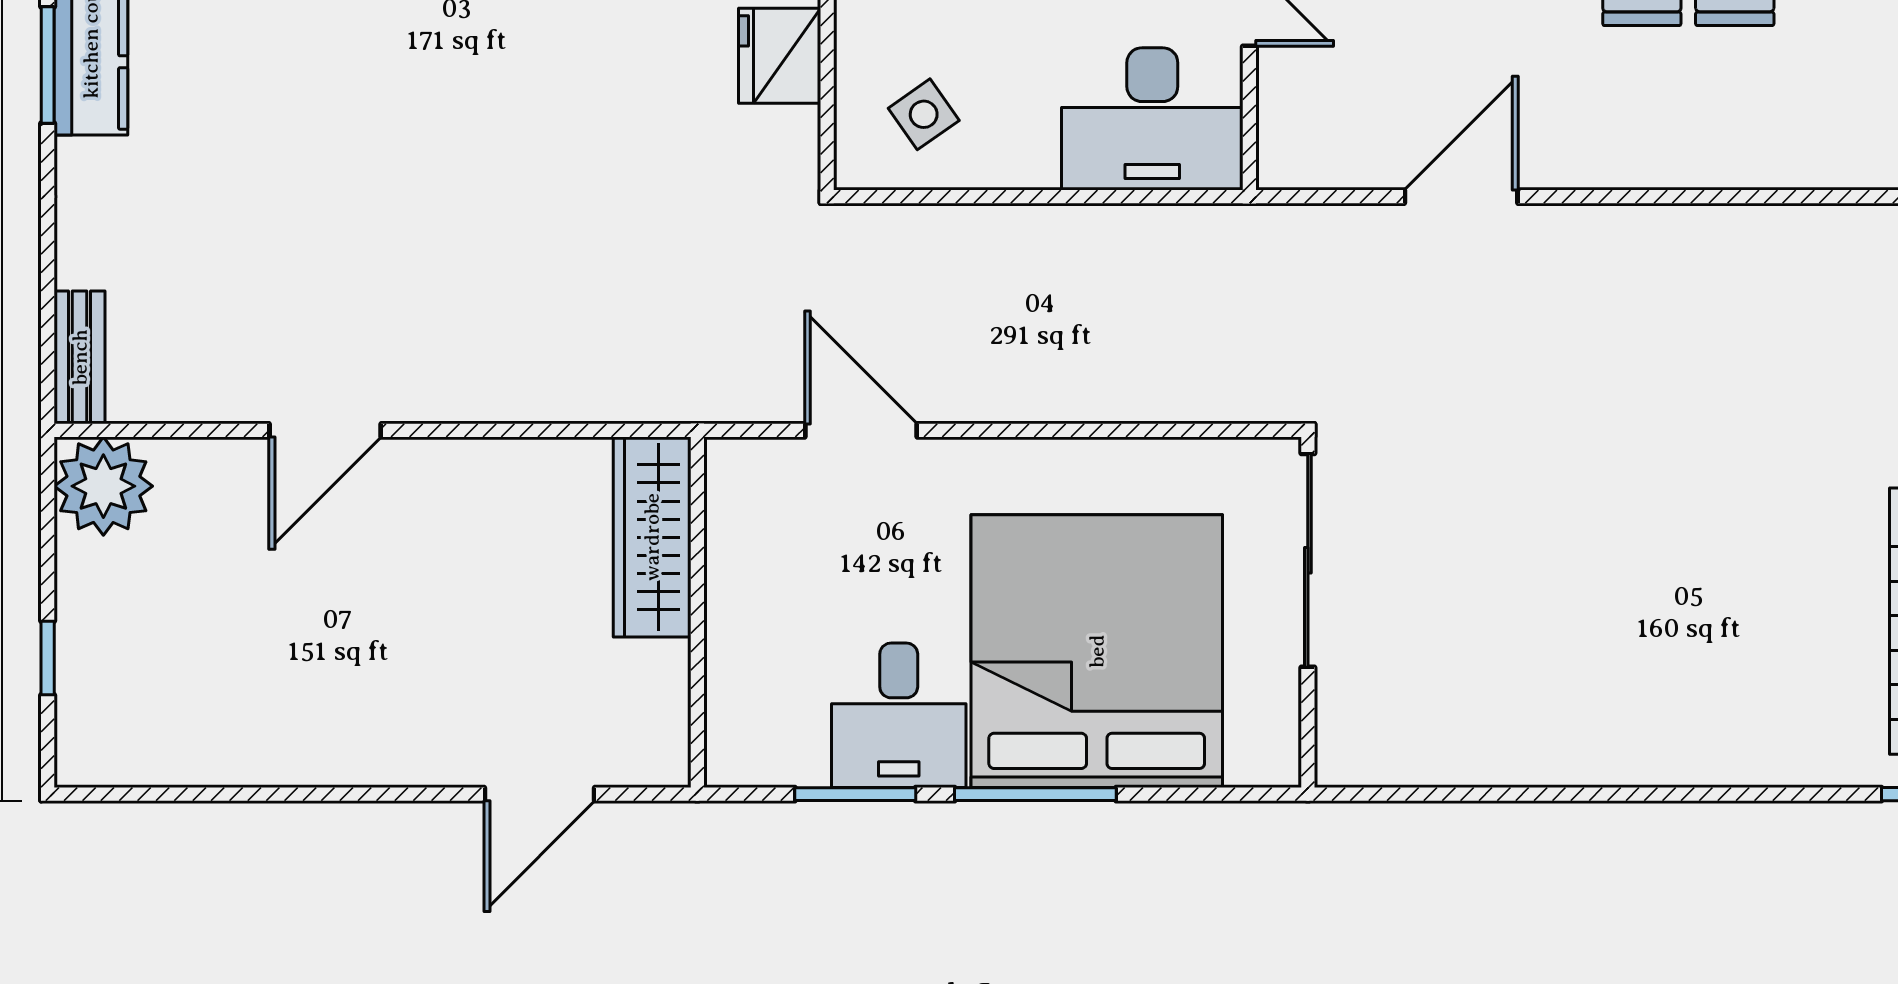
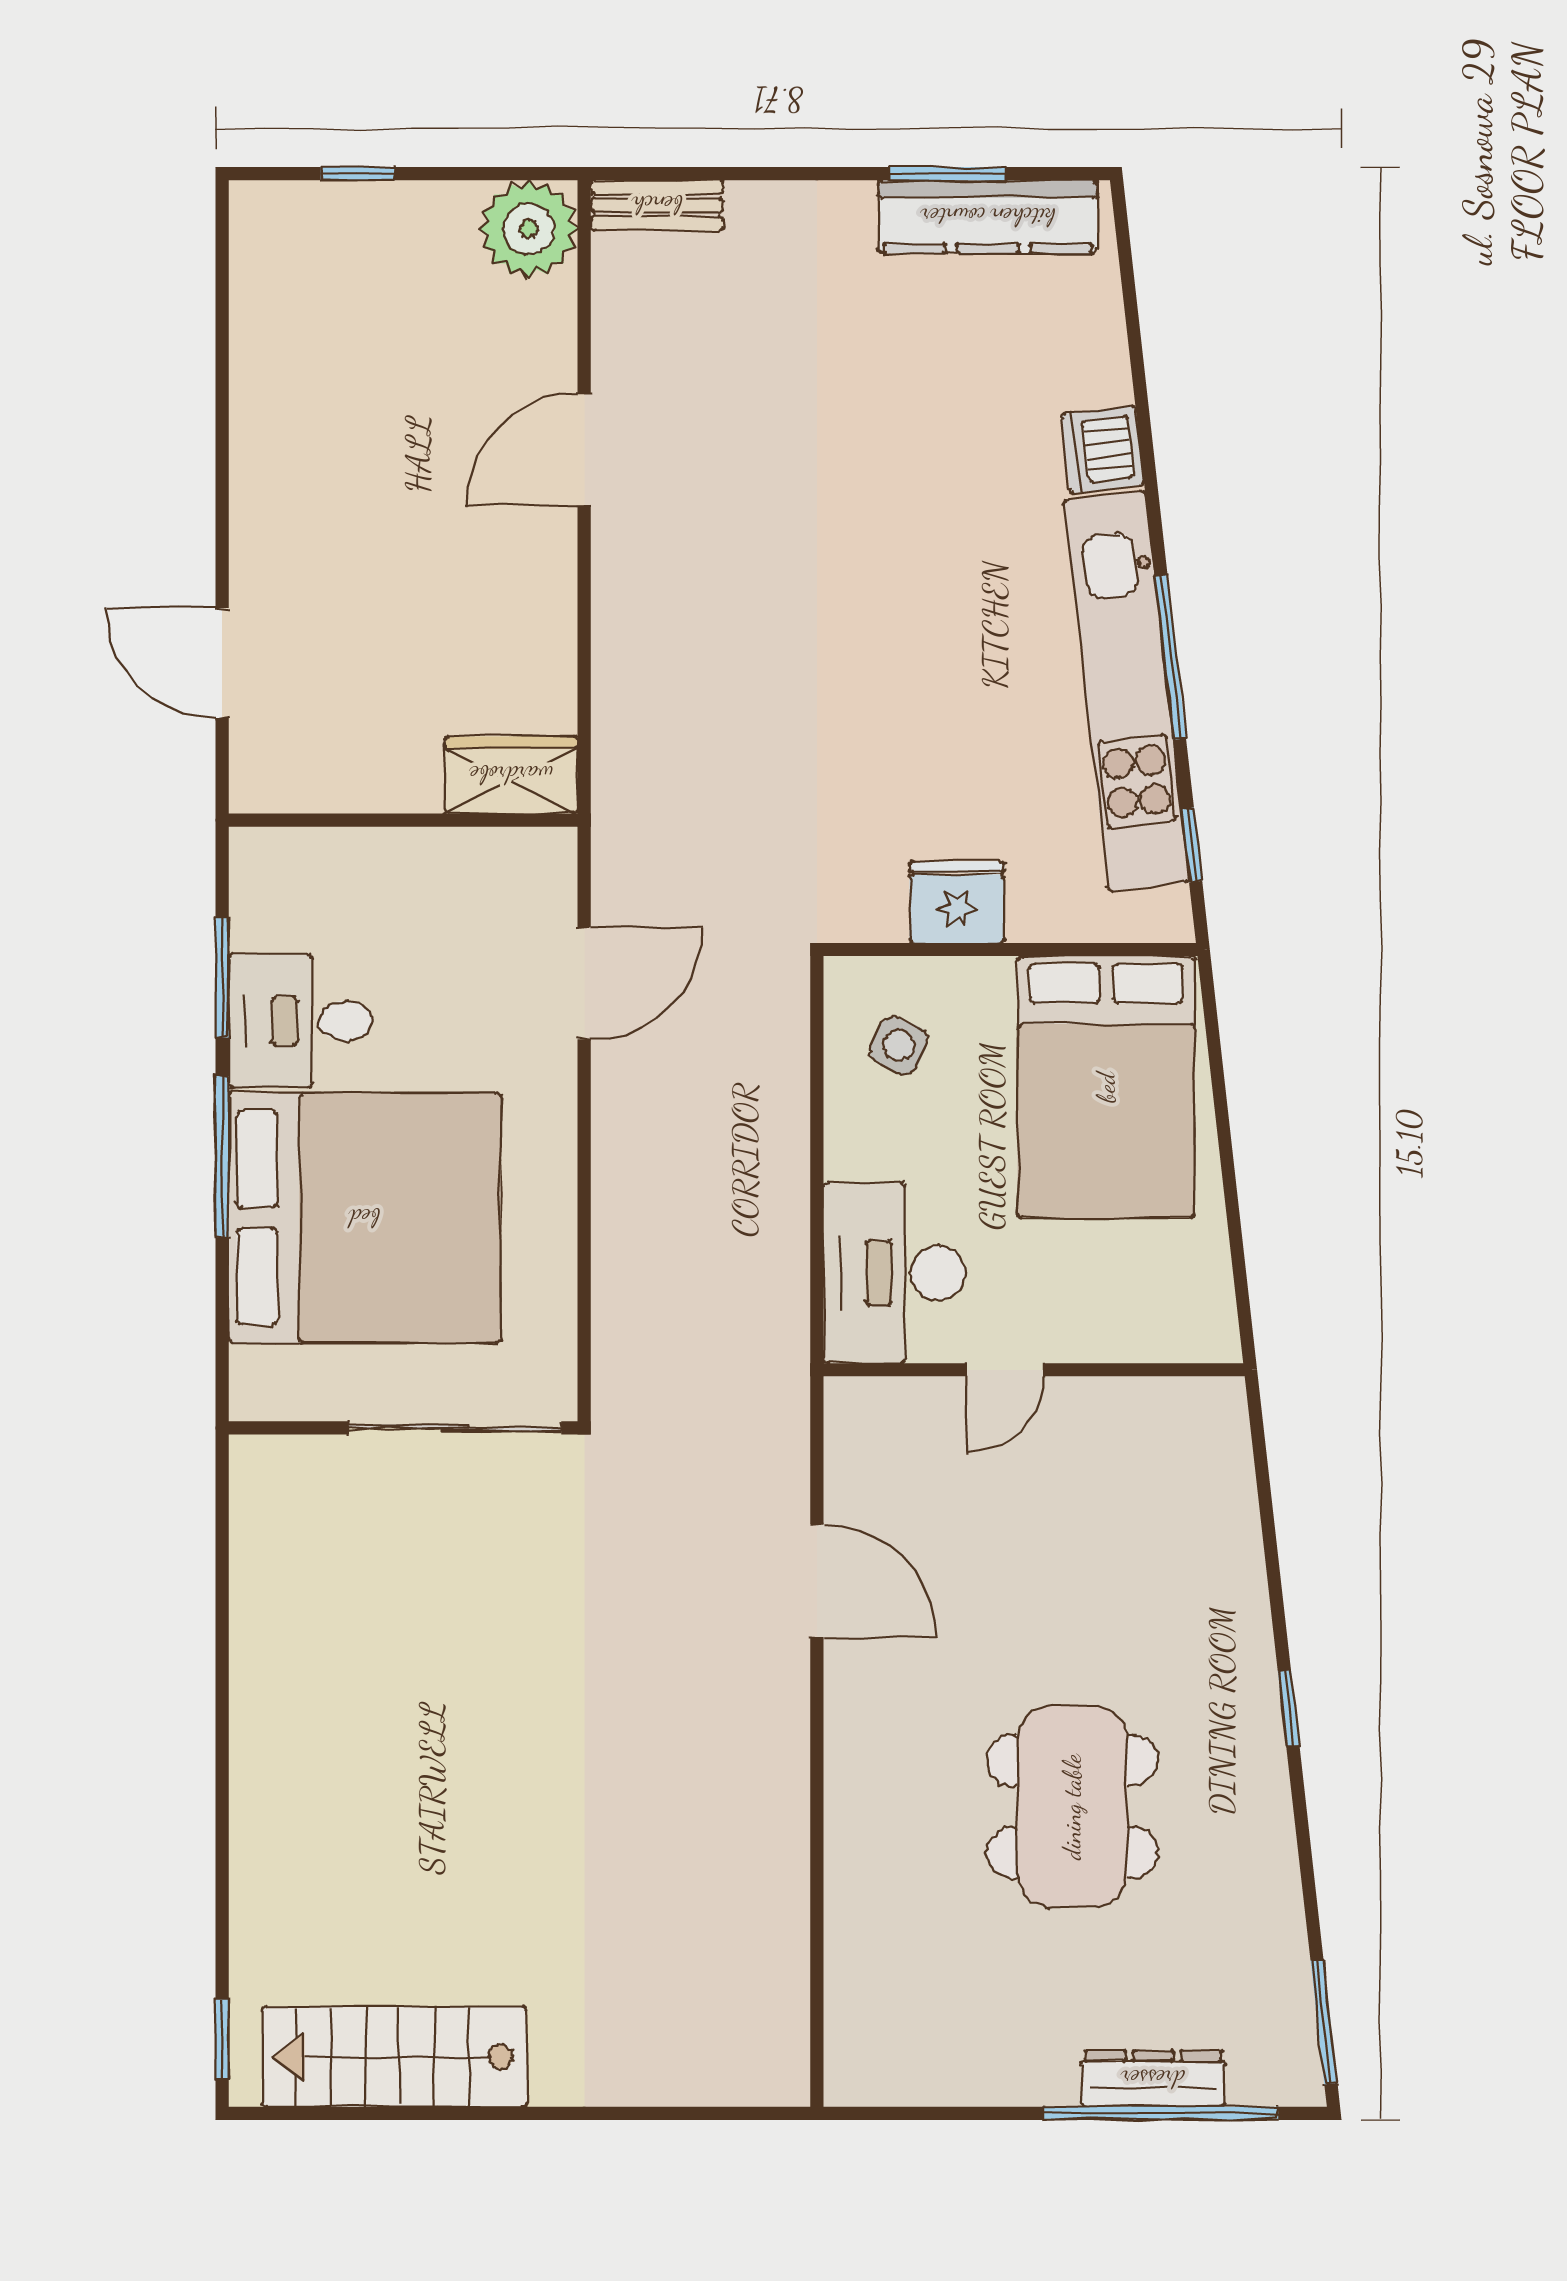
side table: (924, 114) -> (899, 1046), turned -30
door: (325, 430) -> (584, 450), hinge flipped
wardrobe: (652, 537) -> (511, 775), width x0.67

